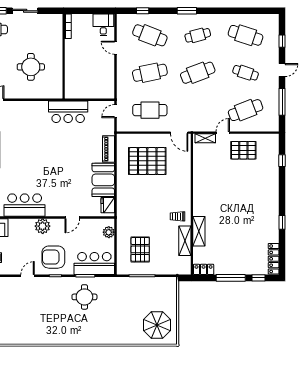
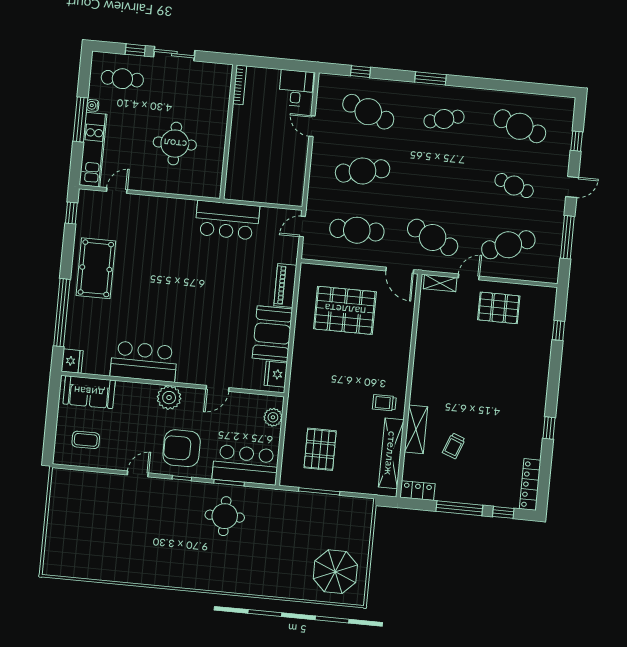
cafe table: (198, 73) -> (433, 237), moved, turned 45
trolley: (224, 239) -> (454, 446), added
shelving: (185, 241) -> (391, 453), width x1.47

